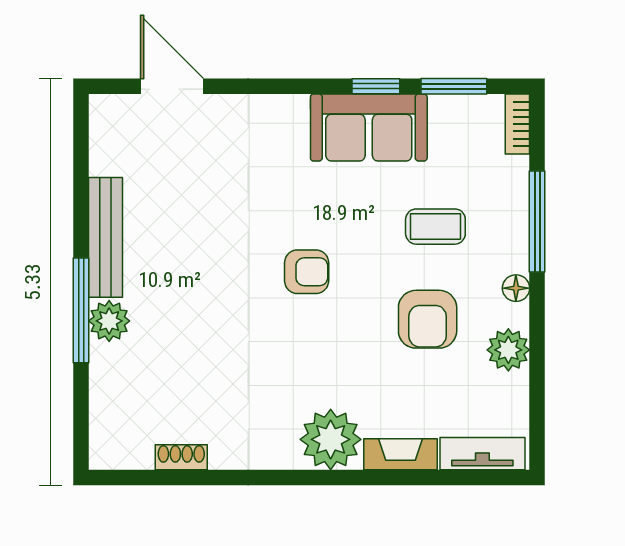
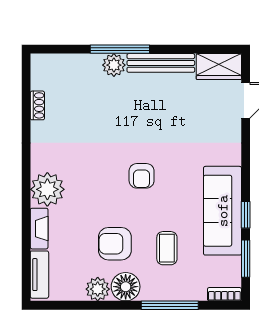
sofa: (369, 127) -> (223, 211), width x1.36
wardrobe: (112, 134) -> (219, 67), added
floor lamp: (516, 288) -> (126, 287), width x1.89, depth x1.89

